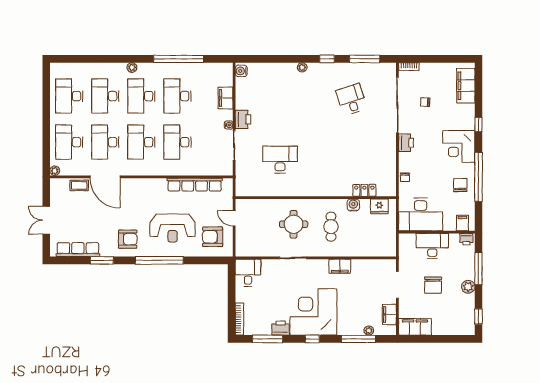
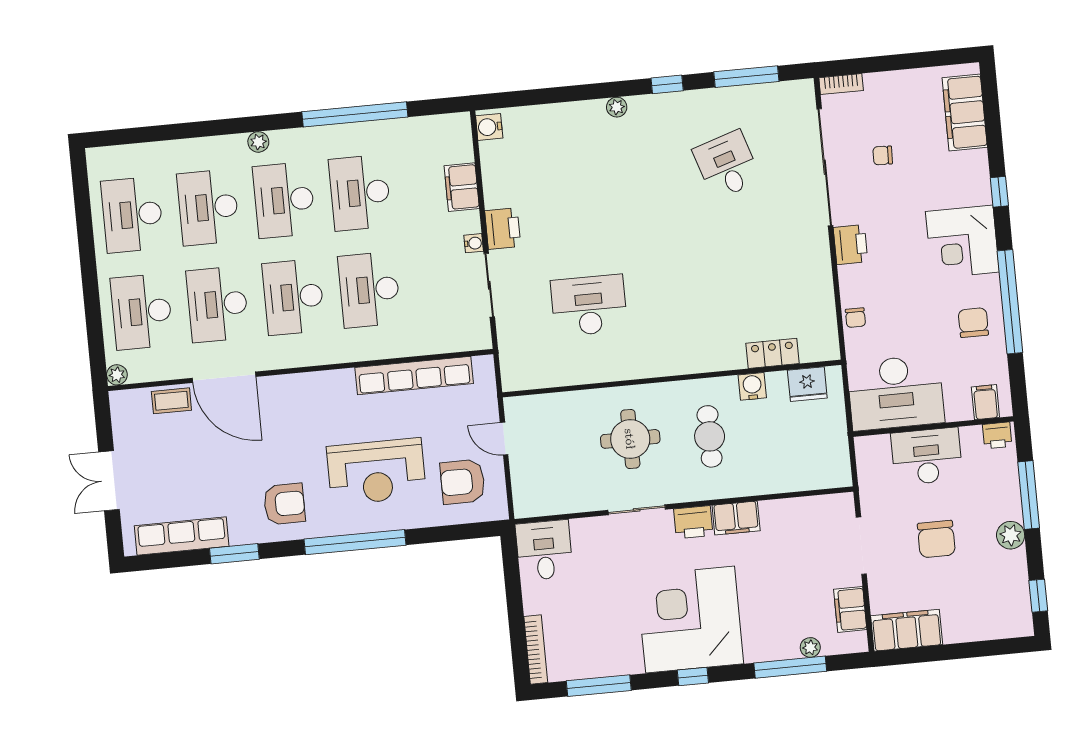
printer: (281, 328) -> (693, 522), moved, turned 180

